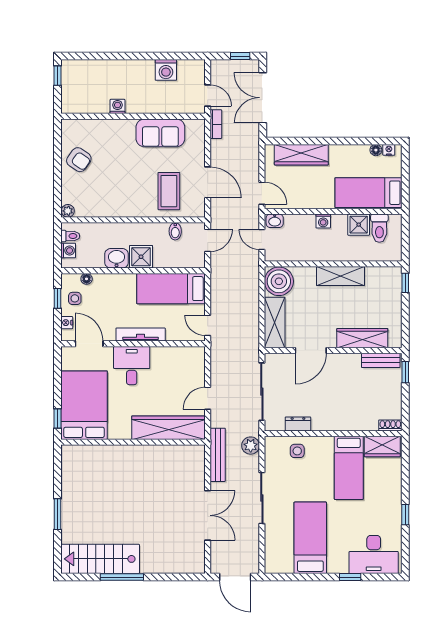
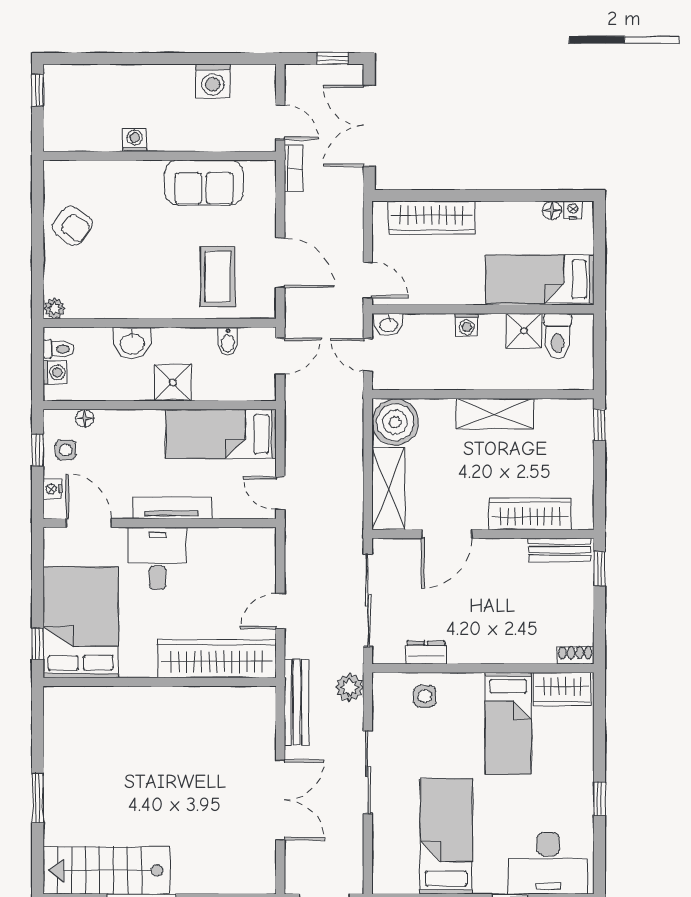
washbasin: (117, 258) -> (132, 343), moved, turned 180

